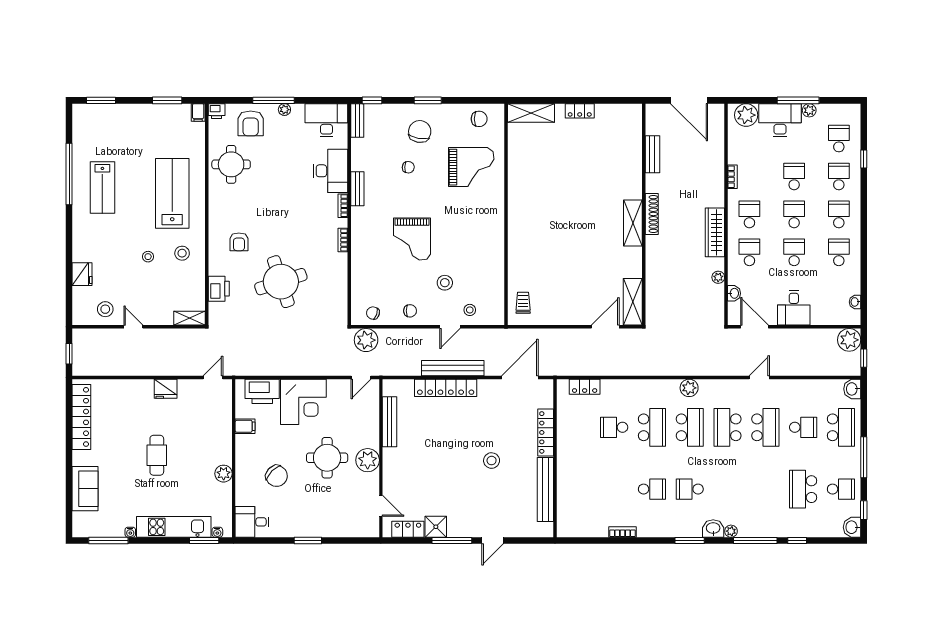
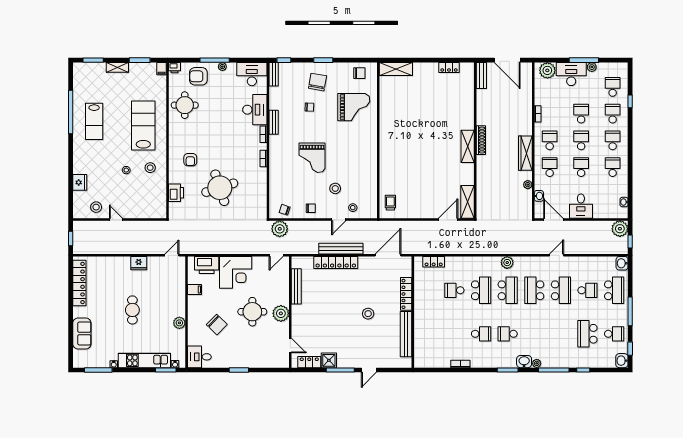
locker: (580, 111) -> (449, 67), moved
armchair: (251, 123) -> (198, 76), turned 90
bench: (652, 154) -> (481, 75), moved
shelving: (190, 318) -> (117, 67), moved

